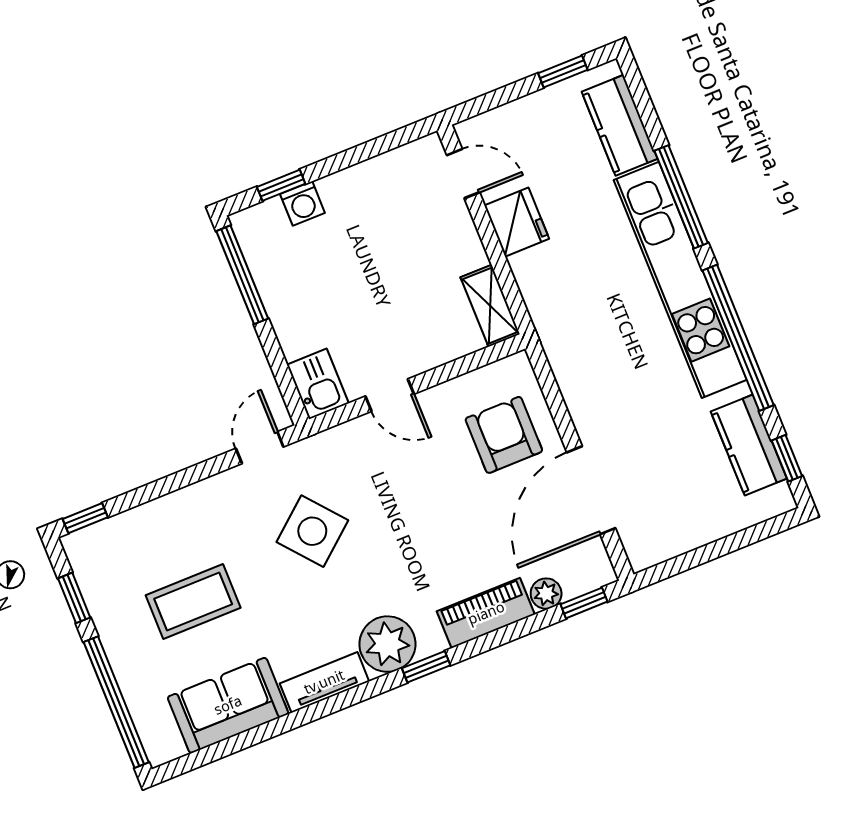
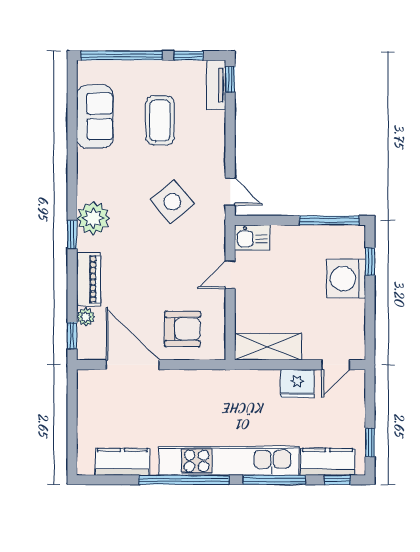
washing machine: (302, 204) -> (346, 279), width x1.89, depth x1.89
shelving: (490, 306) -> (268, 347), width x1.50, depth x1.33
window: (787, 458) -> (337, 480), moved
tv unit: (324, 682) -> (216, 85), moved, turned 180

